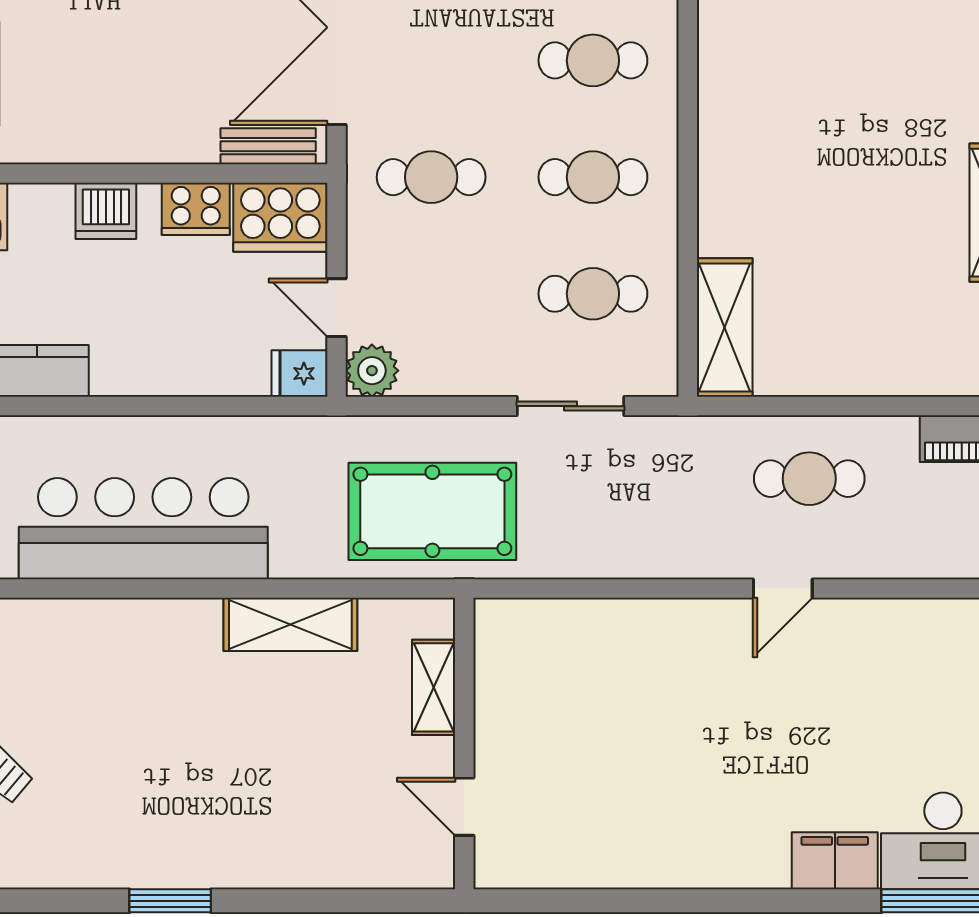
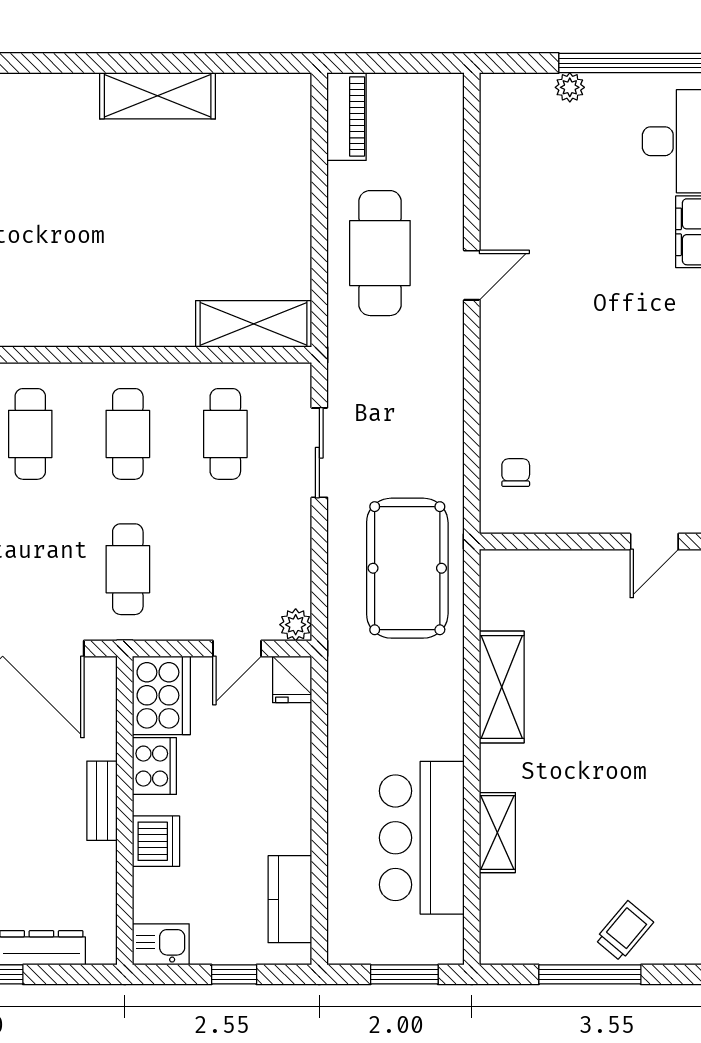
bench: (268, 146) -> (102, 801), moved
plant: (372, 371) -> (296, 625), width x0.73, depth x0.73
cafe table: (809, 479) -> (380, 253), width x1.37, depth x1.35
bar counter: (143, 529) -> (422, 838), width x0.73
door: (783, 588) -> (472, 275), hinge flipped
chair: (547, 641) -> (516, 473), added
shelving: (434, 687) -> (497, 833), moved, turned 90

